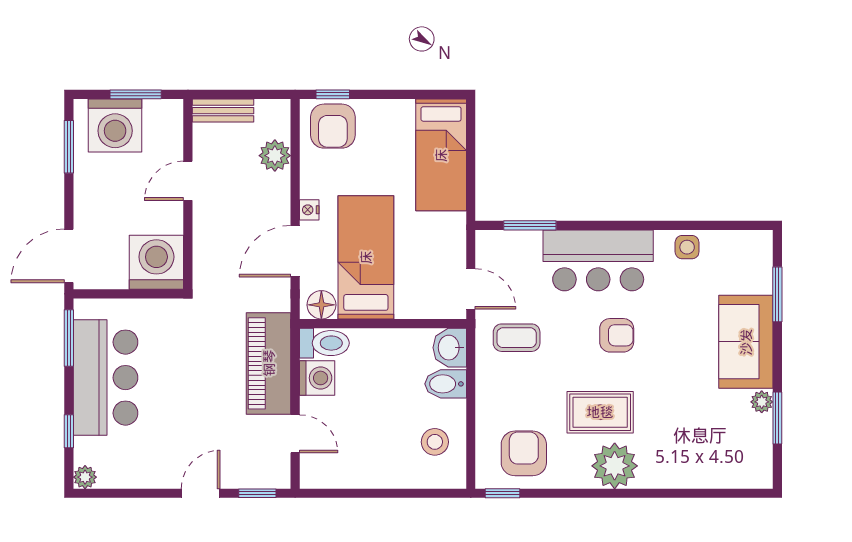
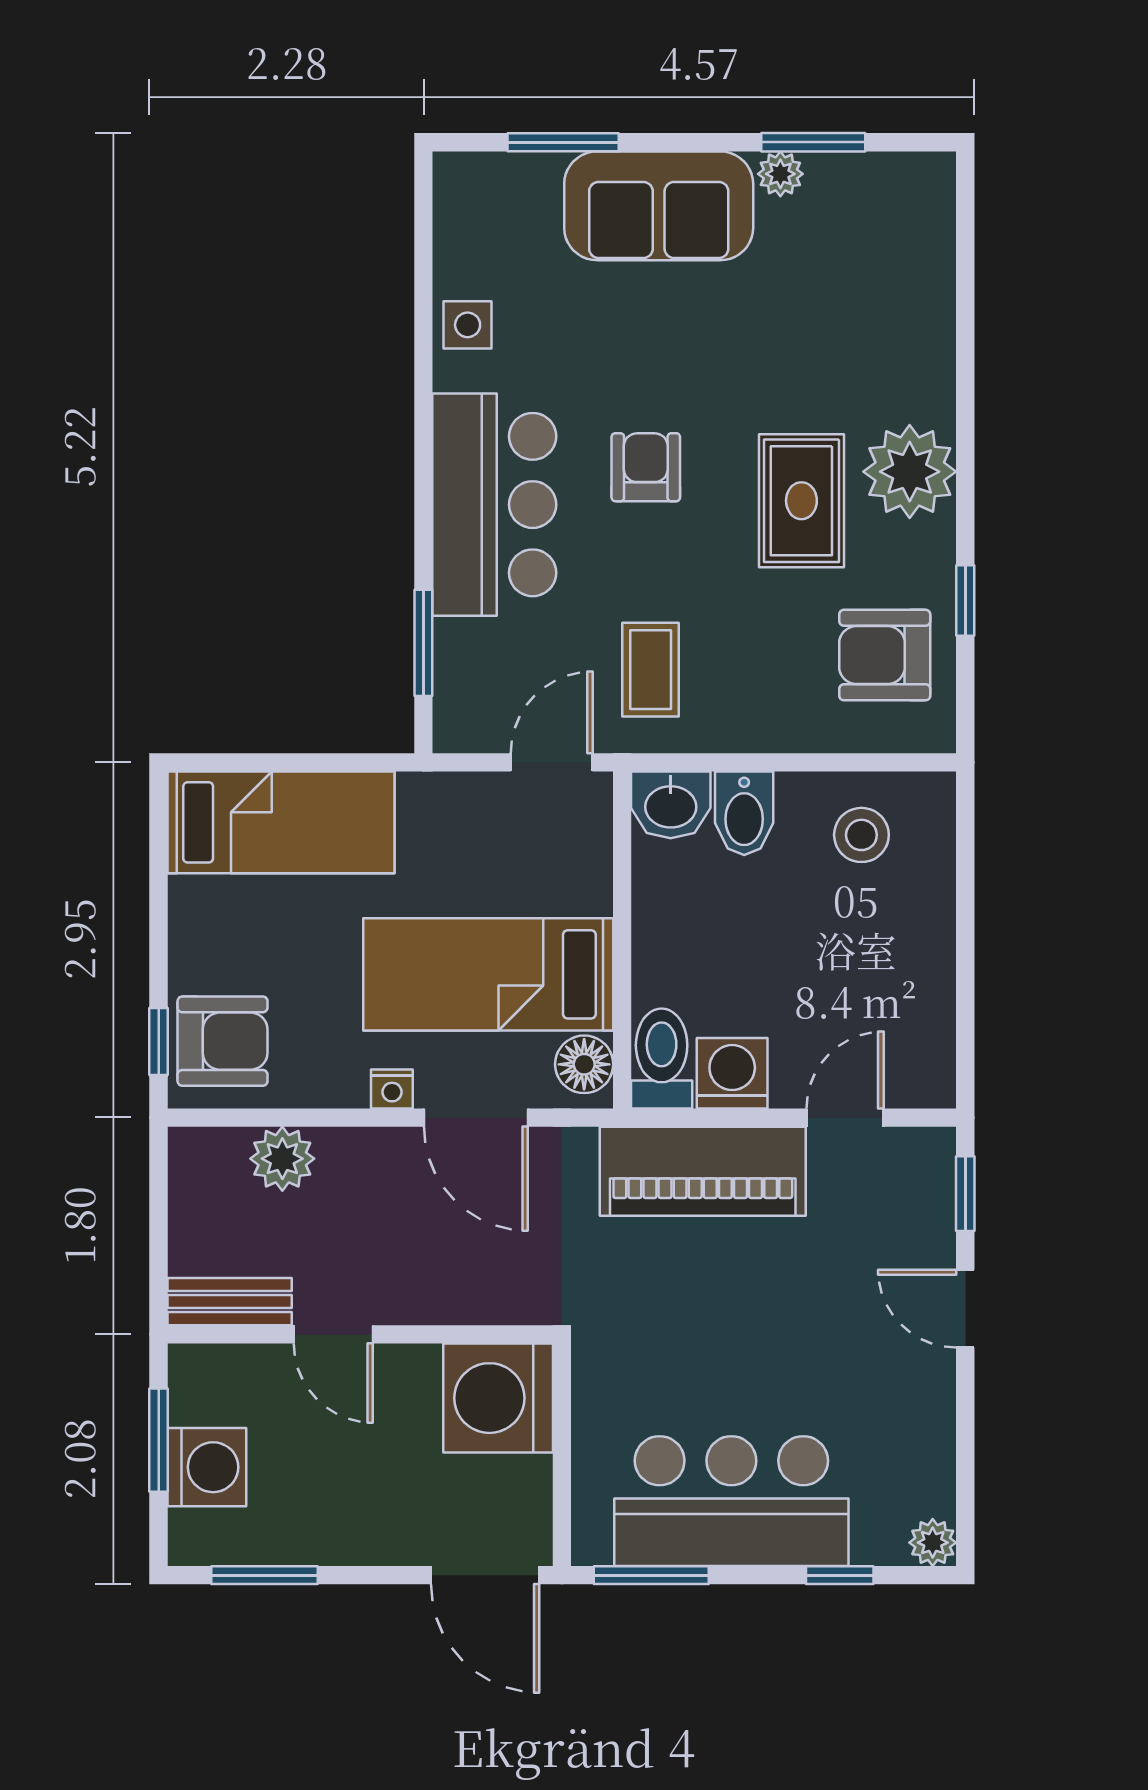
bench: (223, 111) -> (230, 1302), moved, turned 90
washing machine: (115, 125) -> (207, 1467), width x0.73, depth x0.73
window: (503, 493) -> (965, 600), moved

